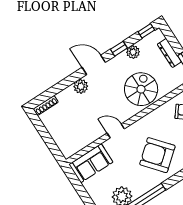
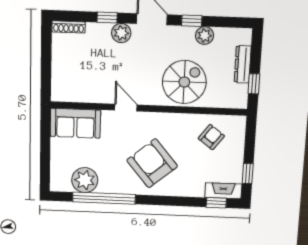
window: (146, 31) -> (107, 17), moved

